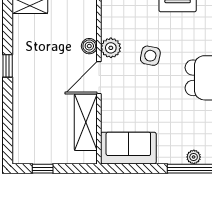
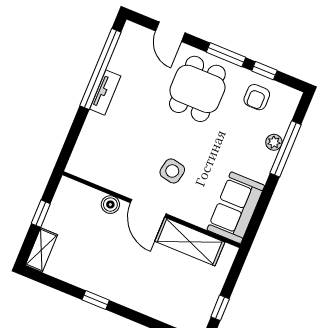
plant: (111, 48) -> (122, 182), removed
side table: (150, 56) -> (172, 171), moved

